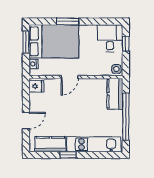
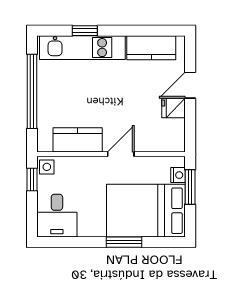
window: (26, 42) -> (190, 187), moved
window: (126, 44) -> (32, 180), moved
fridge: (36, 86) -> (174, 108), moved
kitchen counter: (115, 94) -> (78, 140), moved, turned -90
window: (68, 155) -> (85, 31), moved

